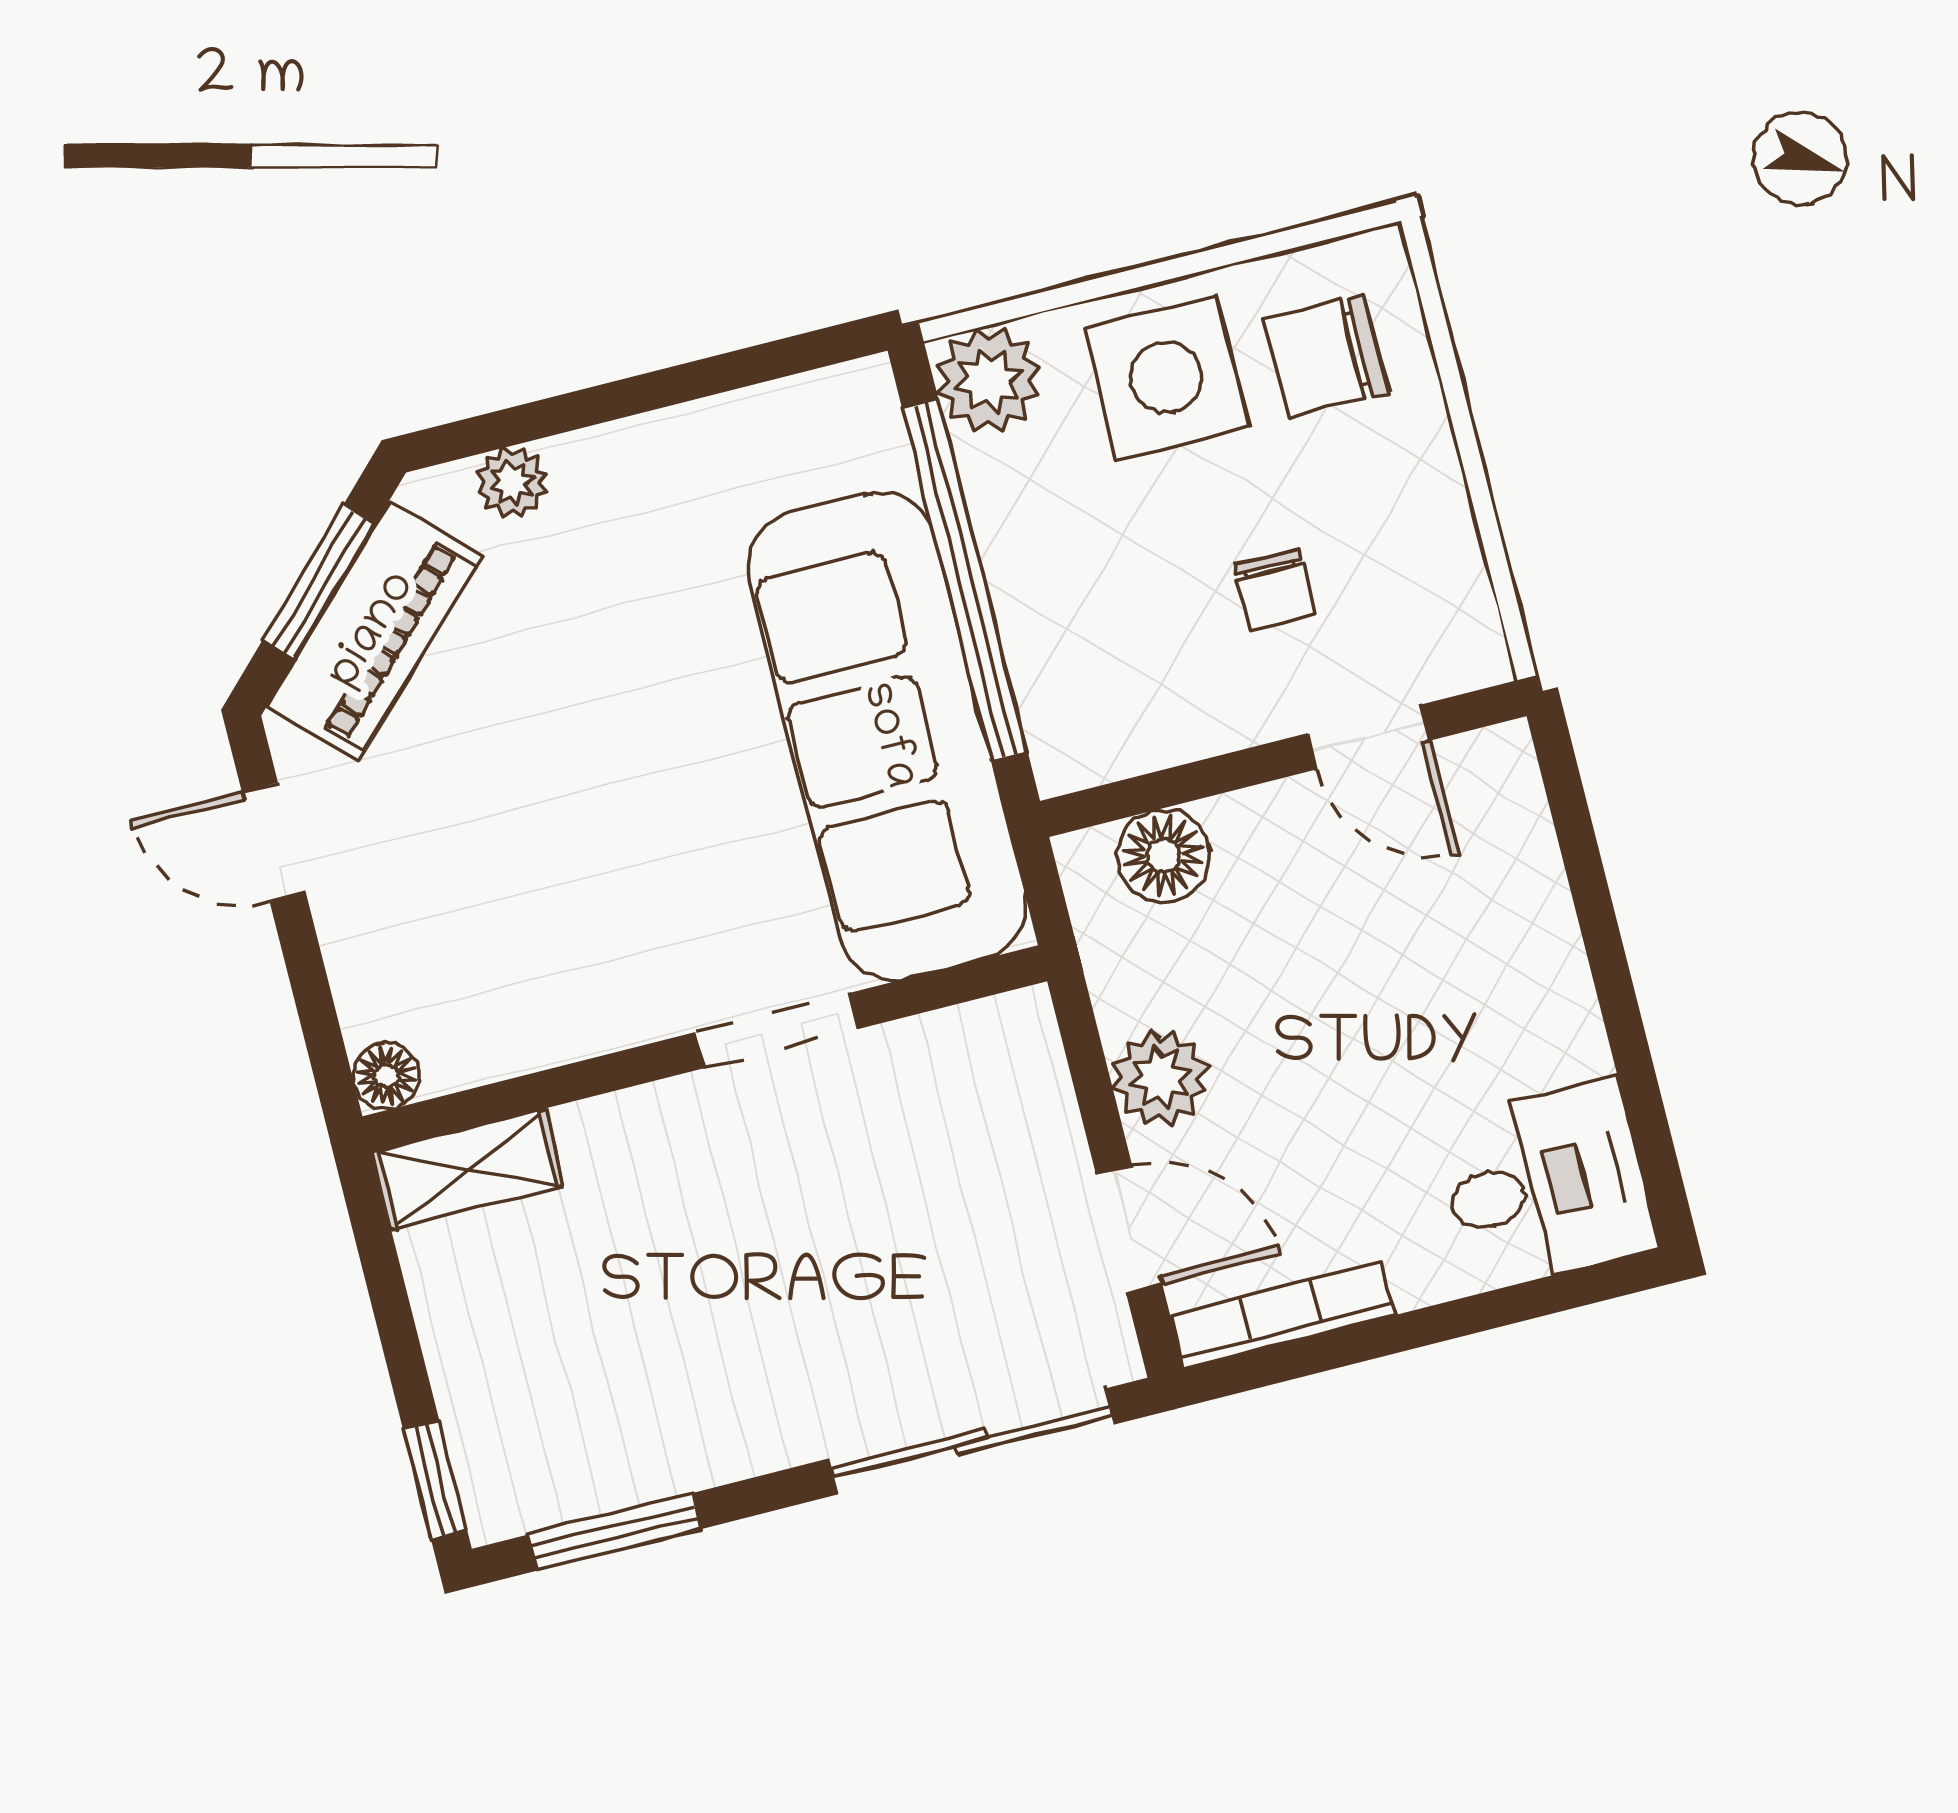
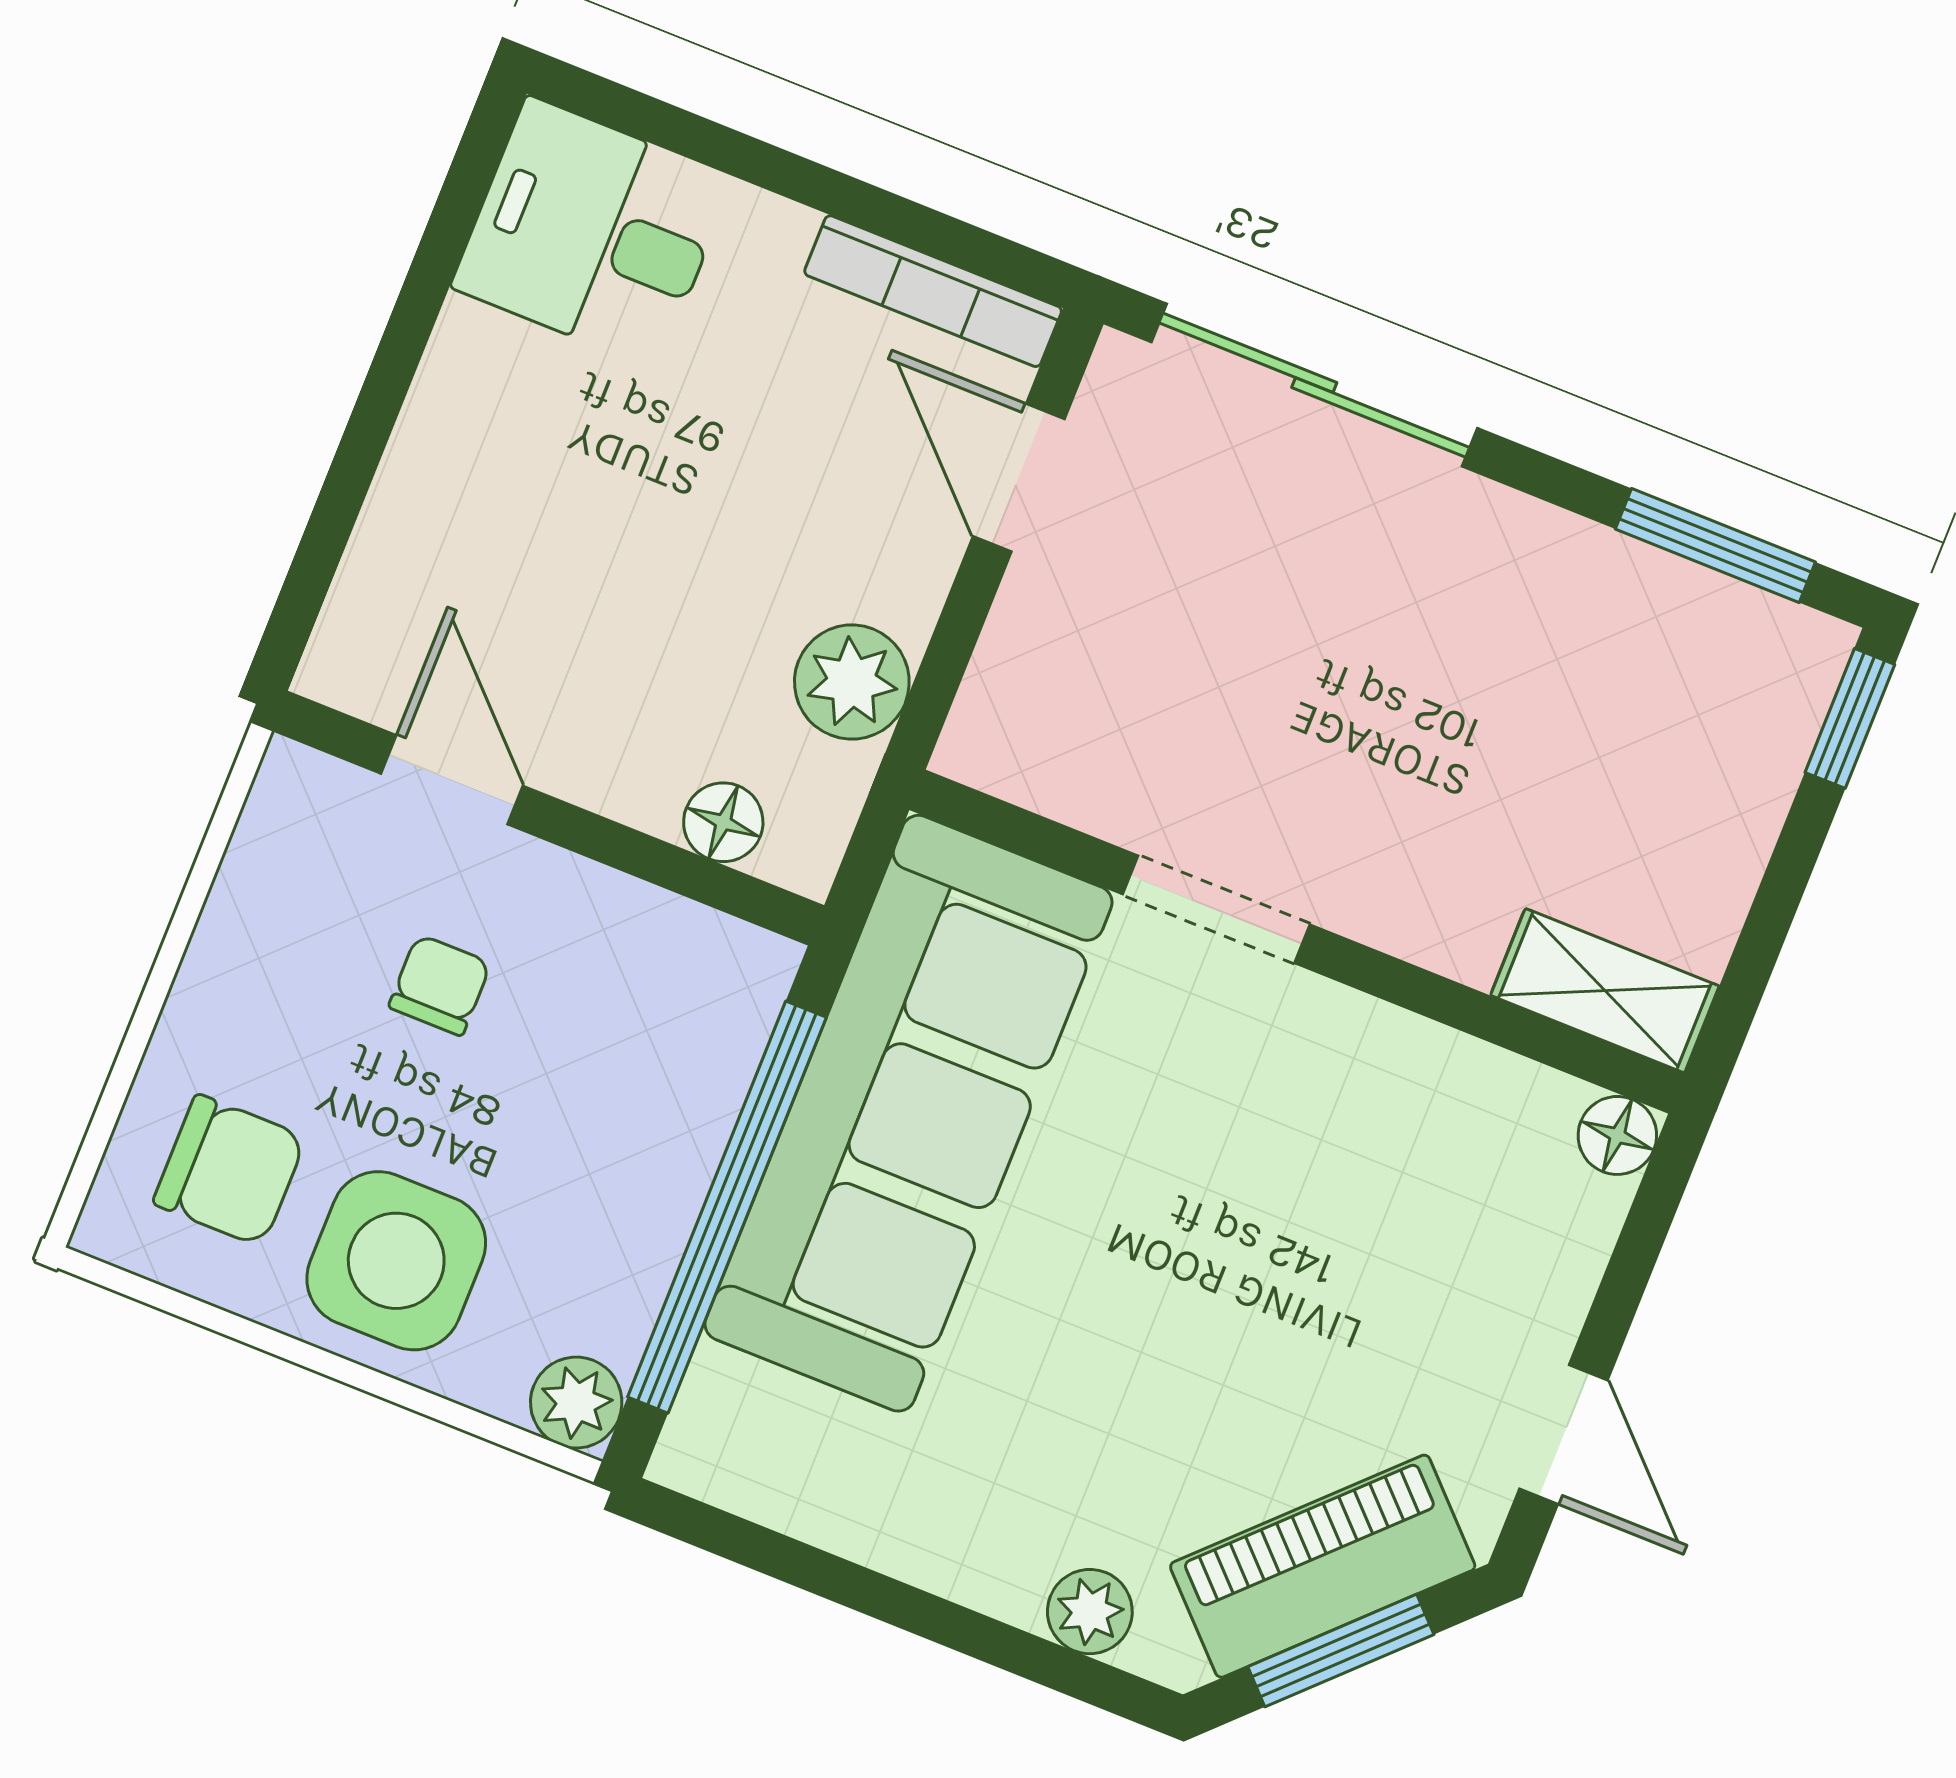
plant: (989, 380) -> (576, 1403), width x0.73, depth x0.73
floor lamp: (1163, 856) -> (723, 822), width x0.73, depth x0.73
plant: (1160, 1077) -> (852, 682), moved

